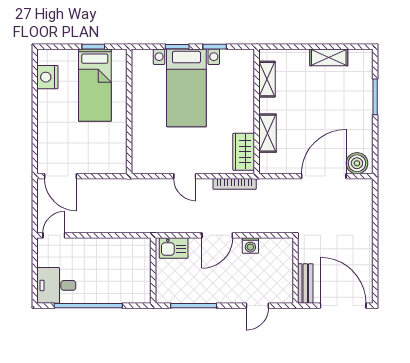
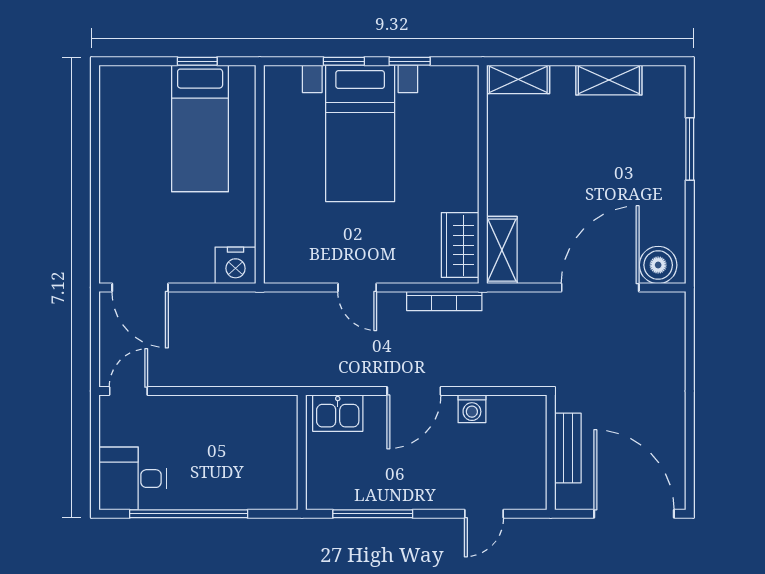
nightstand: (47, 77) -> (236, 265), moved, turned -90
shelving: (267, 79) -> (518, 79), moved, turned 90
shelving: (268, 133) -> (502, 250), moved
bench: (305, 283) -> (568, 448), moved

